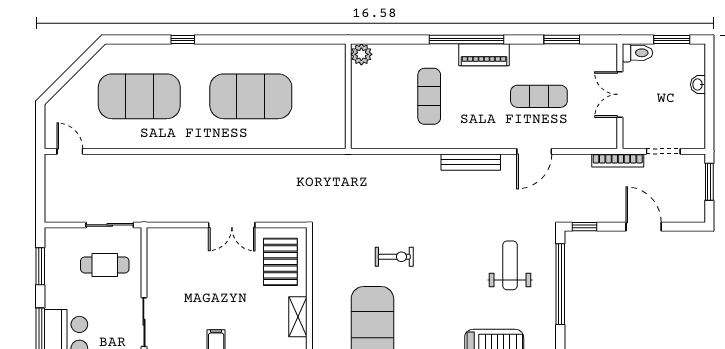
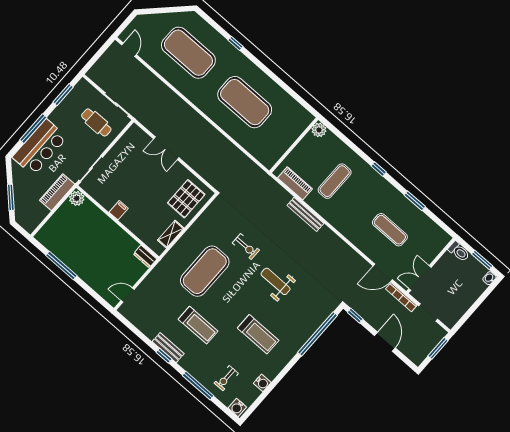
window: (466, 40) -> (379, 169), width x0.32
window: (562, 40) -> (415, 201), moved
piano: (484, 55) -> (295, 183), moved, turned 180
washbasin: (698, 84) -> (489, 278), moved
double door: (620, 94) -> (420, 278), moved
door: (534, 151) -> (383, 273), moved
bench: (471, 162) -> (305, 214), moved
double door: (232, 225) -> (166, 148), moved
weight bench: (510, 265) -> (276, 281), moved, turned -90

